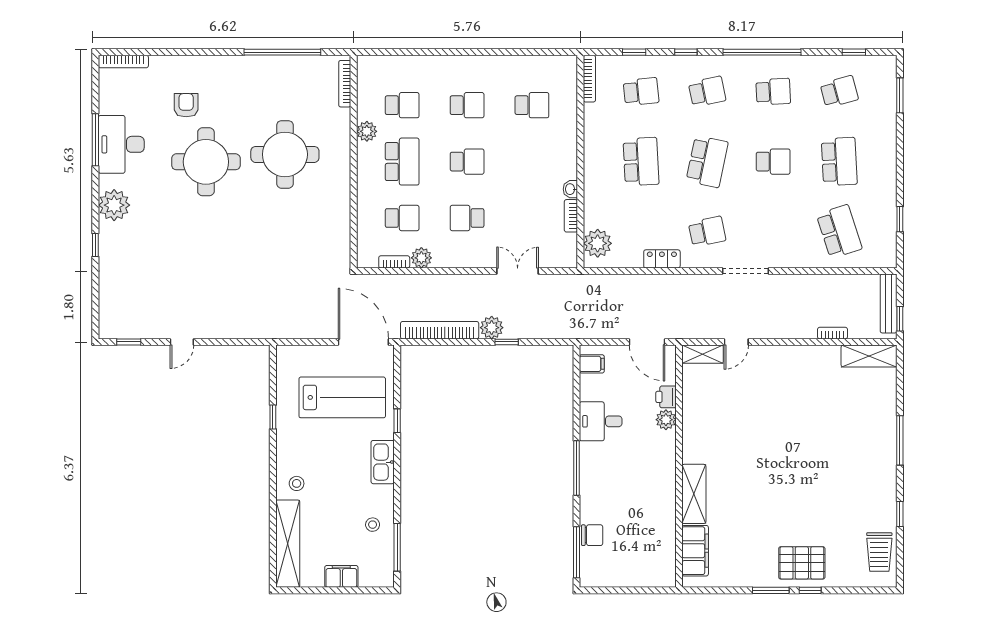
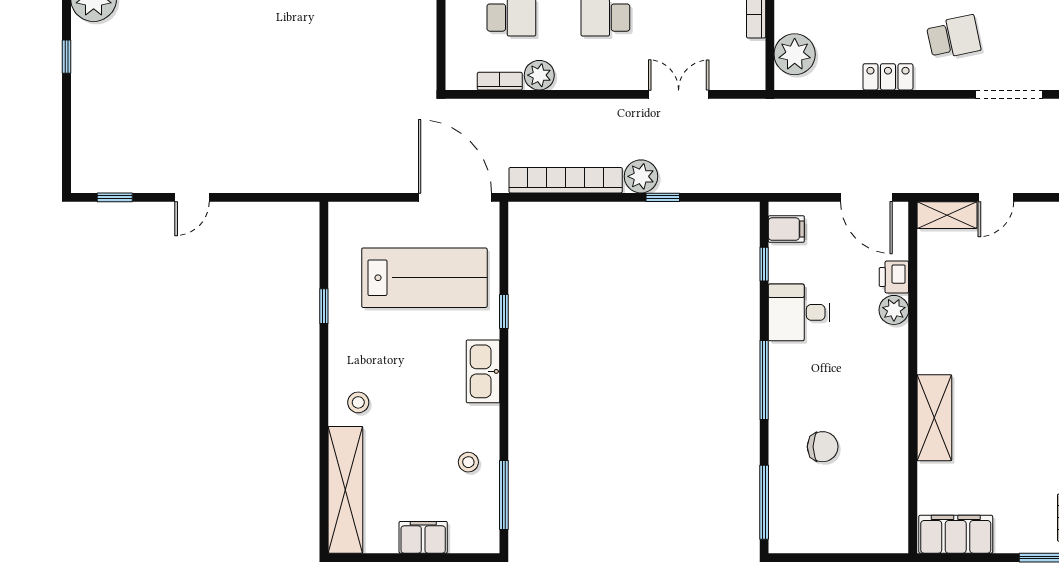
window: (576, 388) -> (764, 264), added
chair: (592, 535) -> (823, 447), moved
filing cabinet: (695, 551) -> (956, 534), moved, turned -90

